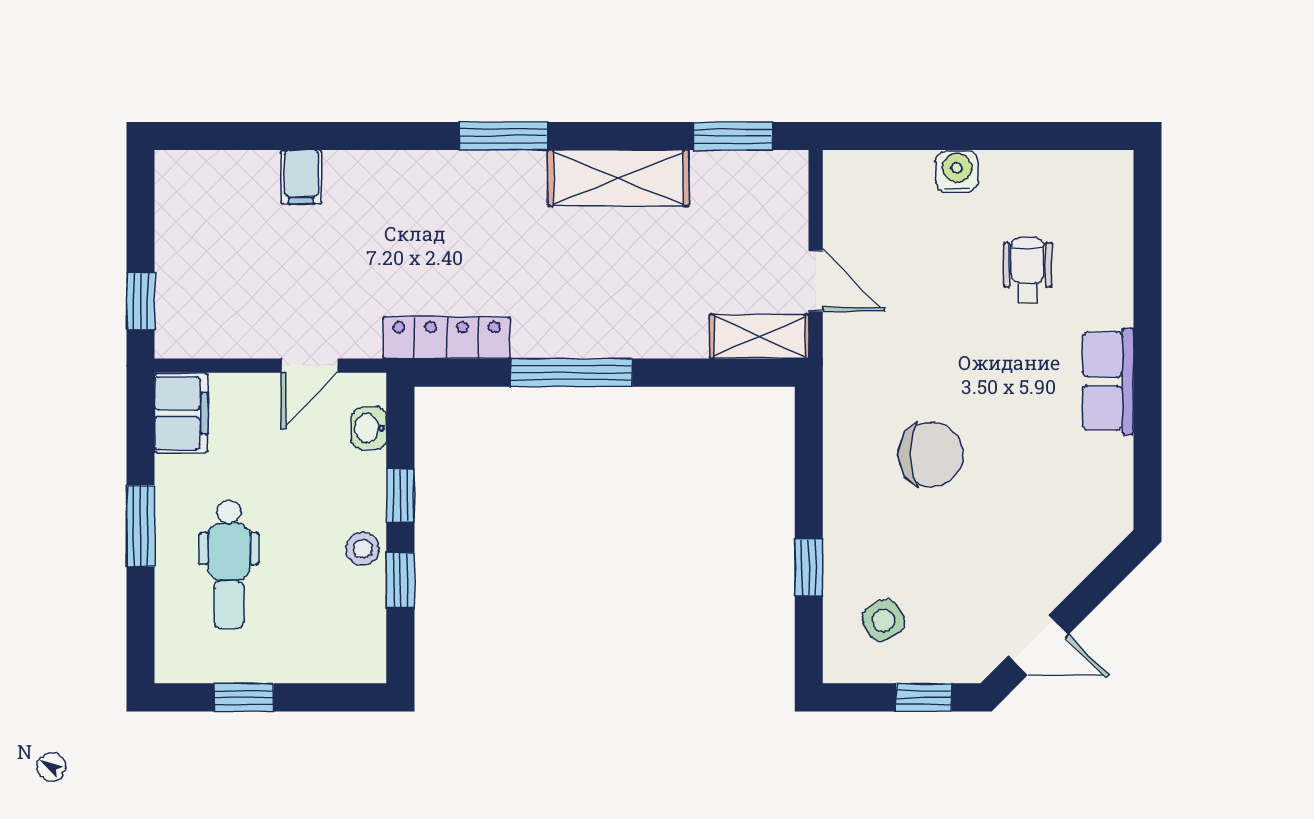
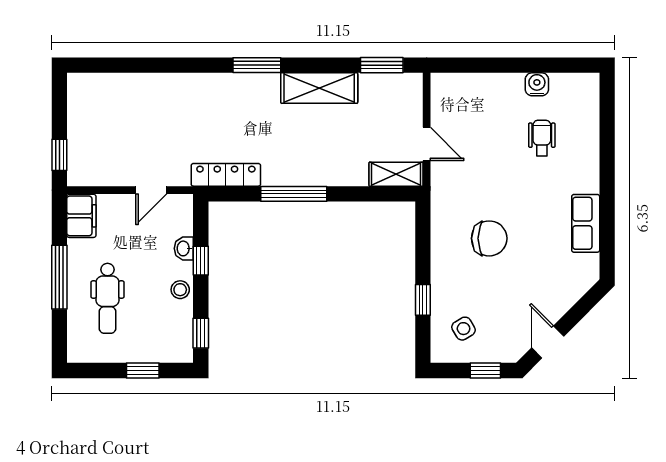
water cooler: (957, 171) -> (537, 84), moved
filing cabinet: (301, 177) -> (147, 87), removed
row of seats: (1108, 381) -> (586, 223), moved
washbasin: (369, 428) -> (184, 248), moved
window: (141, 526) -> (59, 277), width x1.44
window: (400, 580) -> (201, 333), moved
door: (1038, 645) -> (548, 342), swing flipped
window: (244, 697) -> (143, 371), moved

